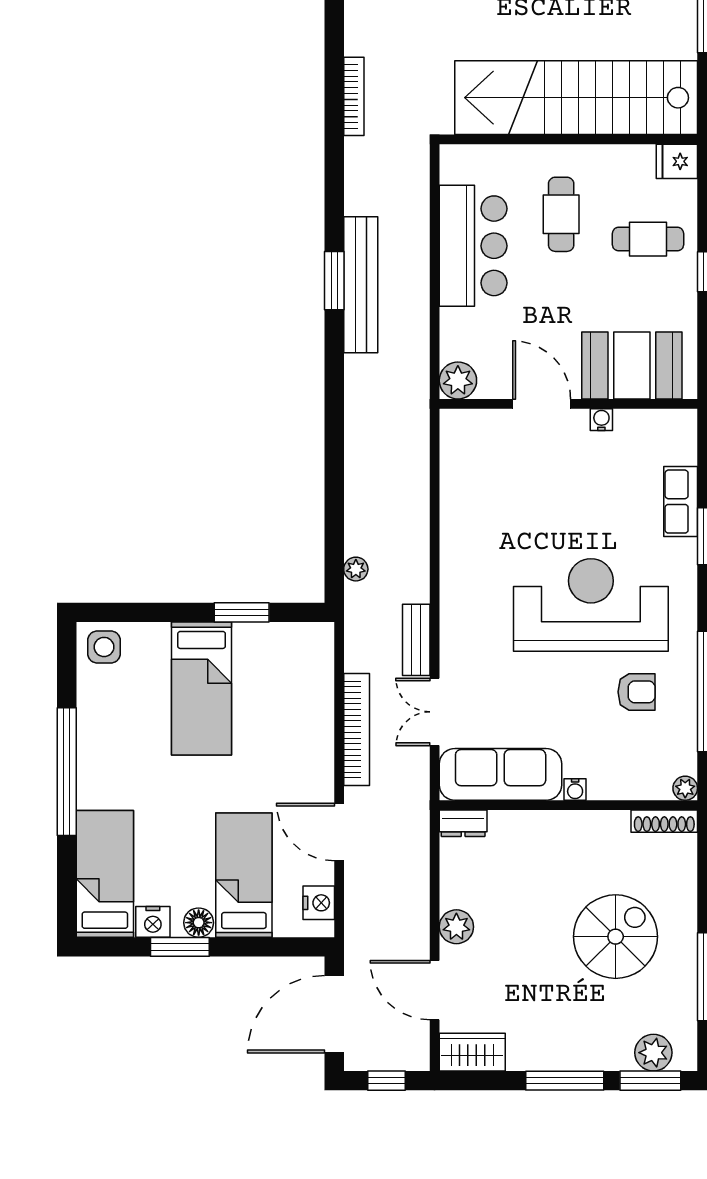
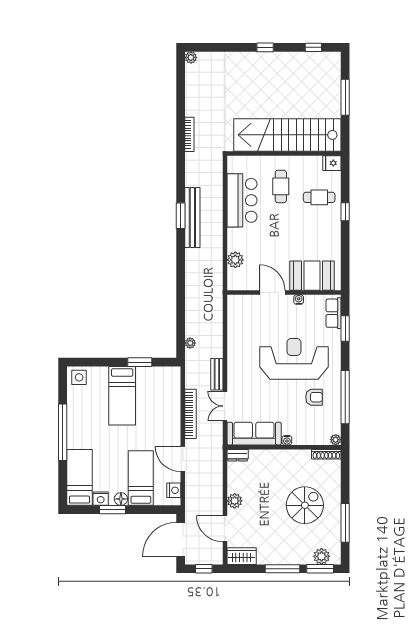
booth: (632, 366) -> (312, 276), moved
door: (542, 404) -> (272, 293), moved
wall: (568, 404) -> (284, 293), moved
water cooler: (601, 420) -> (299, 300), moved

